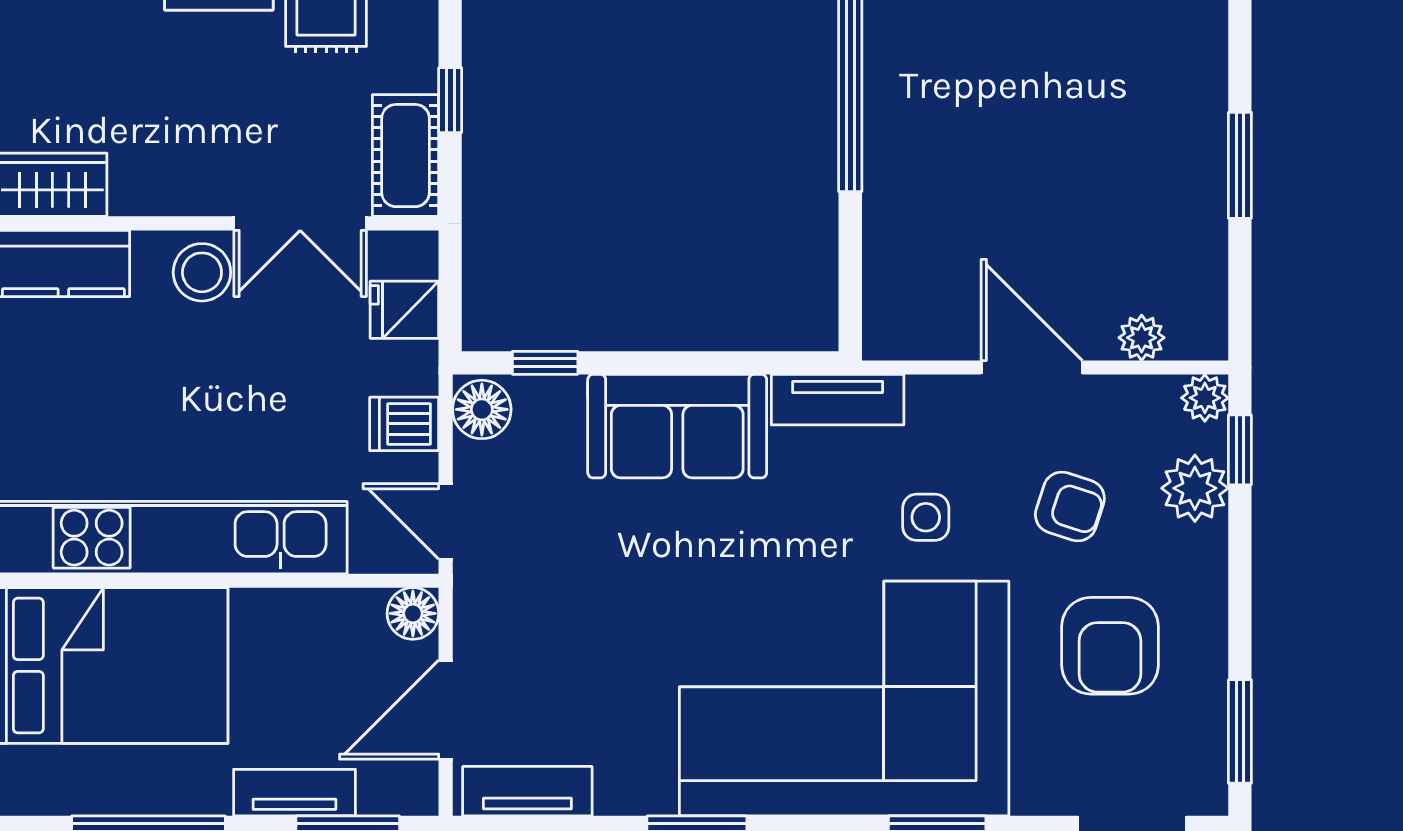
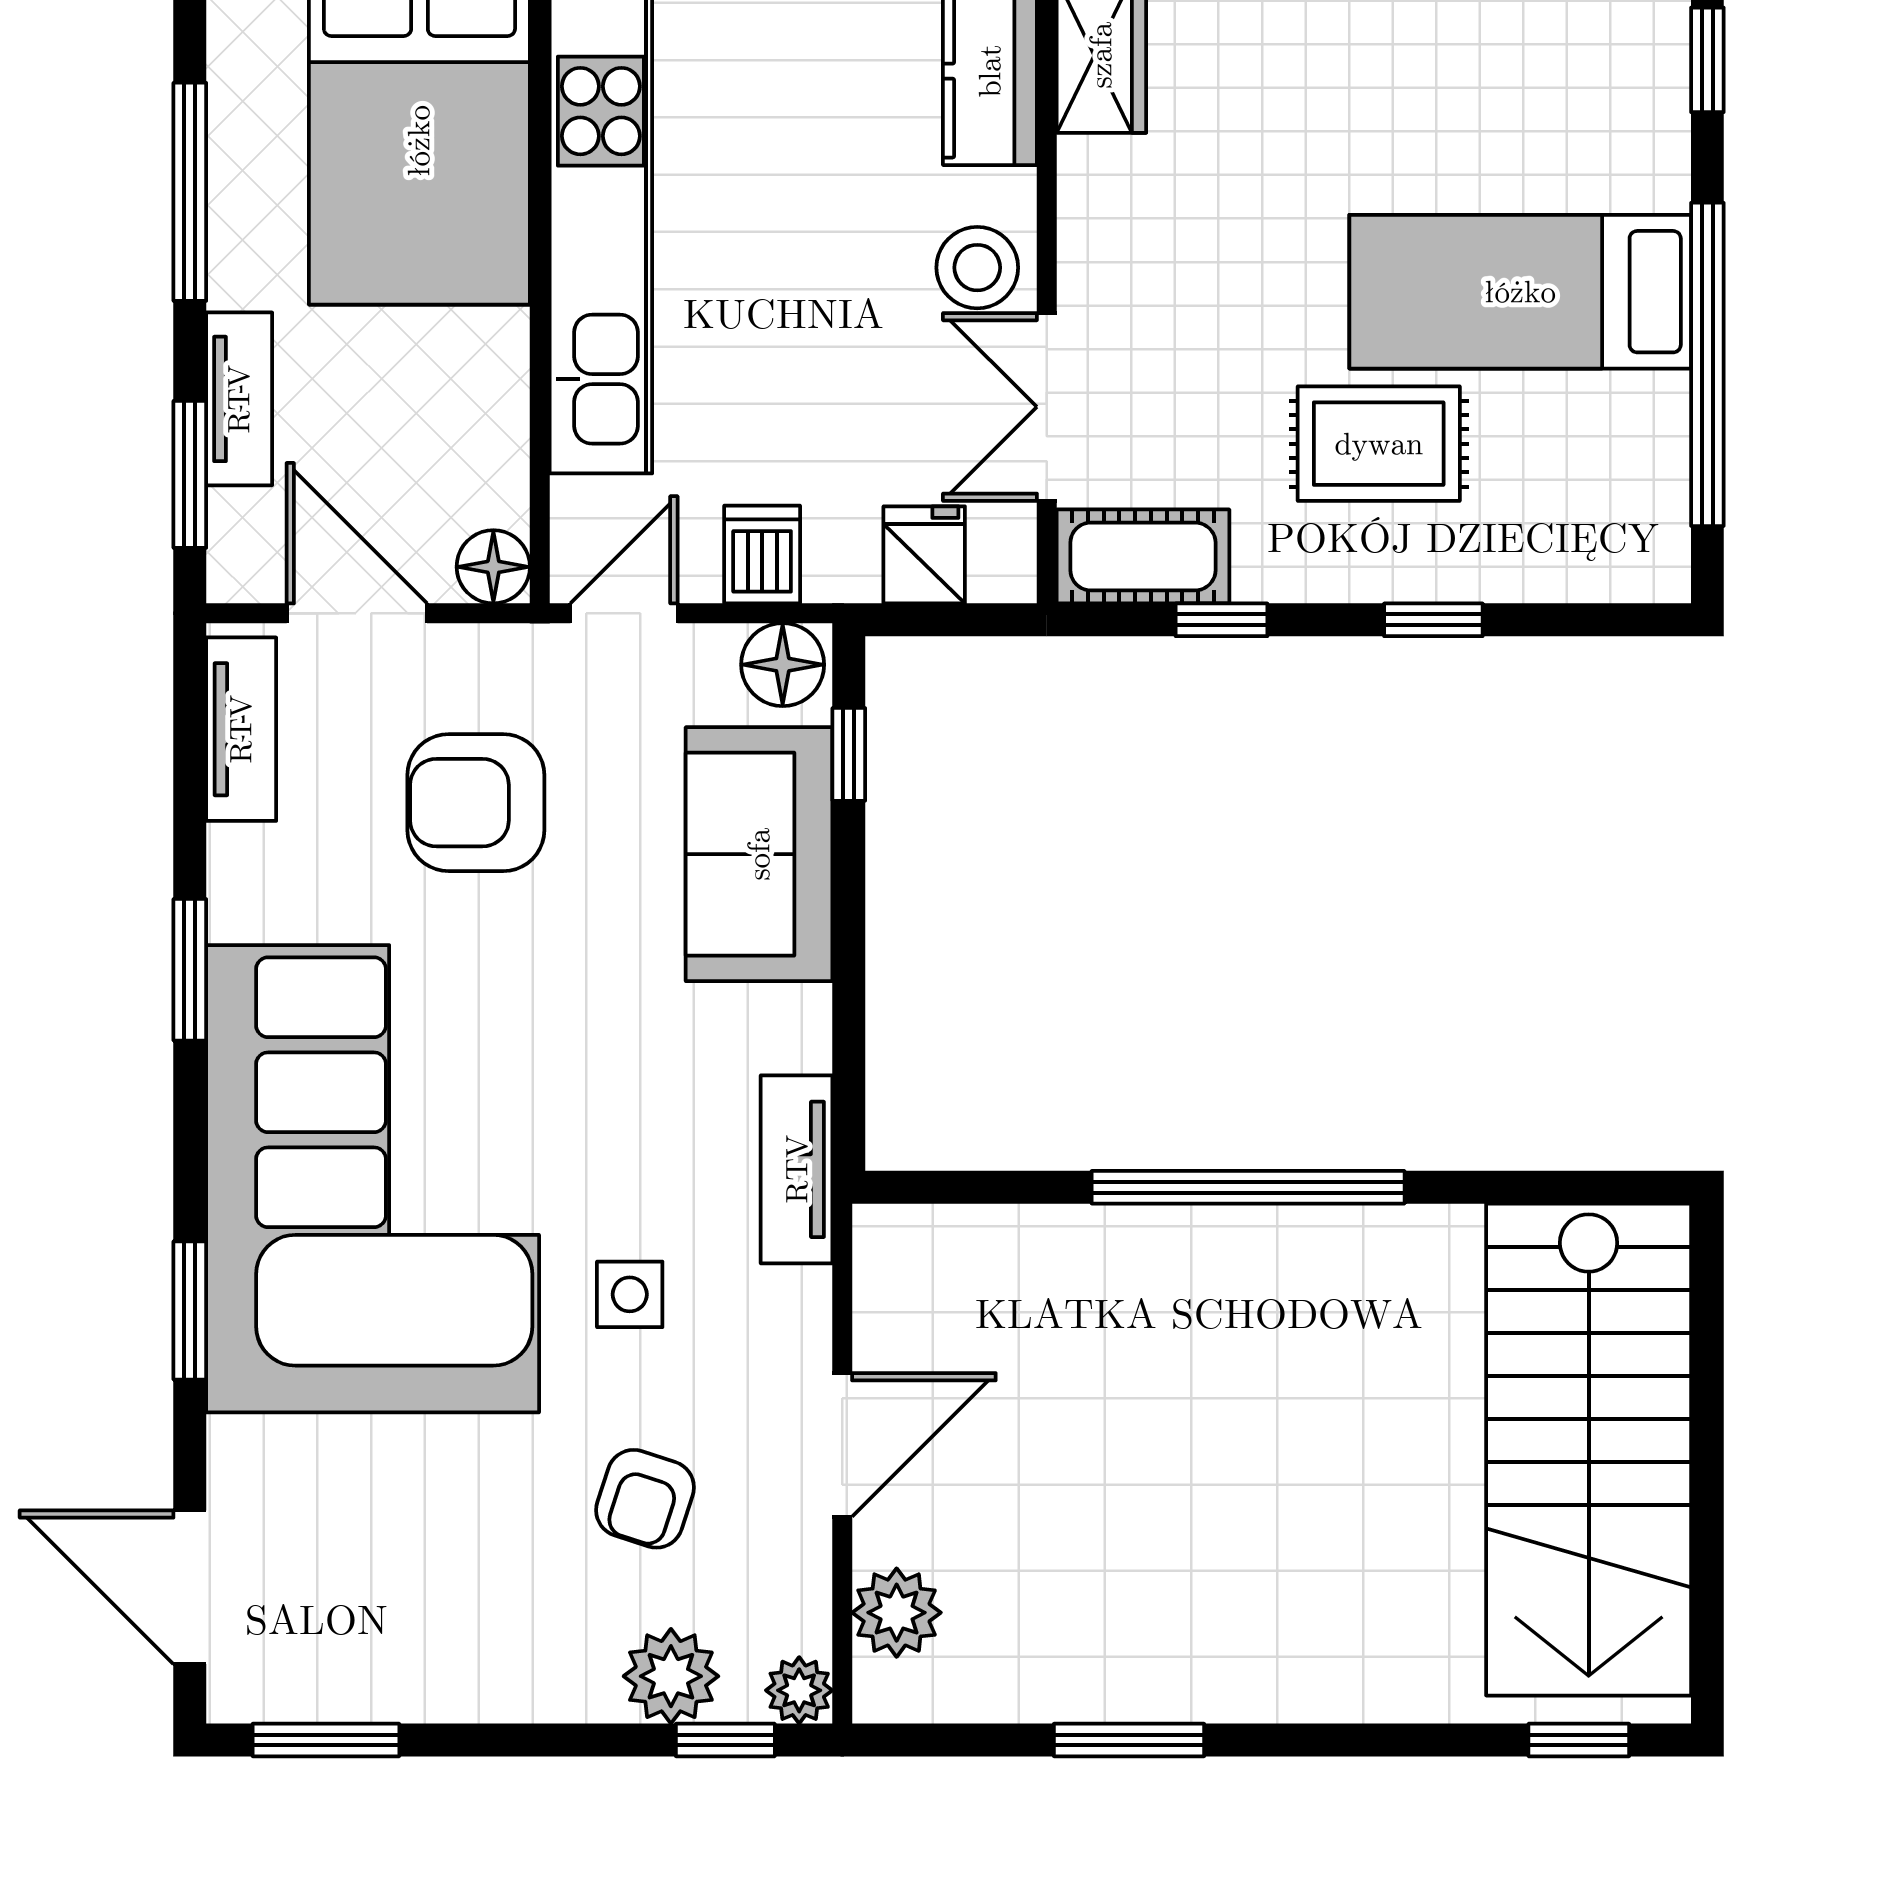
plant: (1142, 338) -> (897, 1613), width x1.38, depth x1.38
sofa: (677, 426) -> (759, 854), moved
armchair: (1110, 646) -> (476, 803), moved

